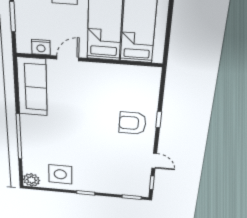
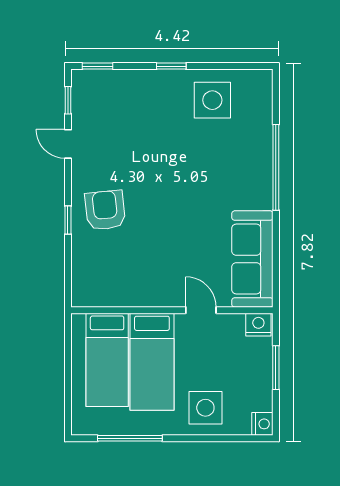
nightstand: (41, 47) -> (258, 325), moved
door: (68, 58) -> (201, 310), swing flipped
armchair: (132, 123) -> (105, 210), turned -96
plant: (31, 180) -> (259, 83), removed

